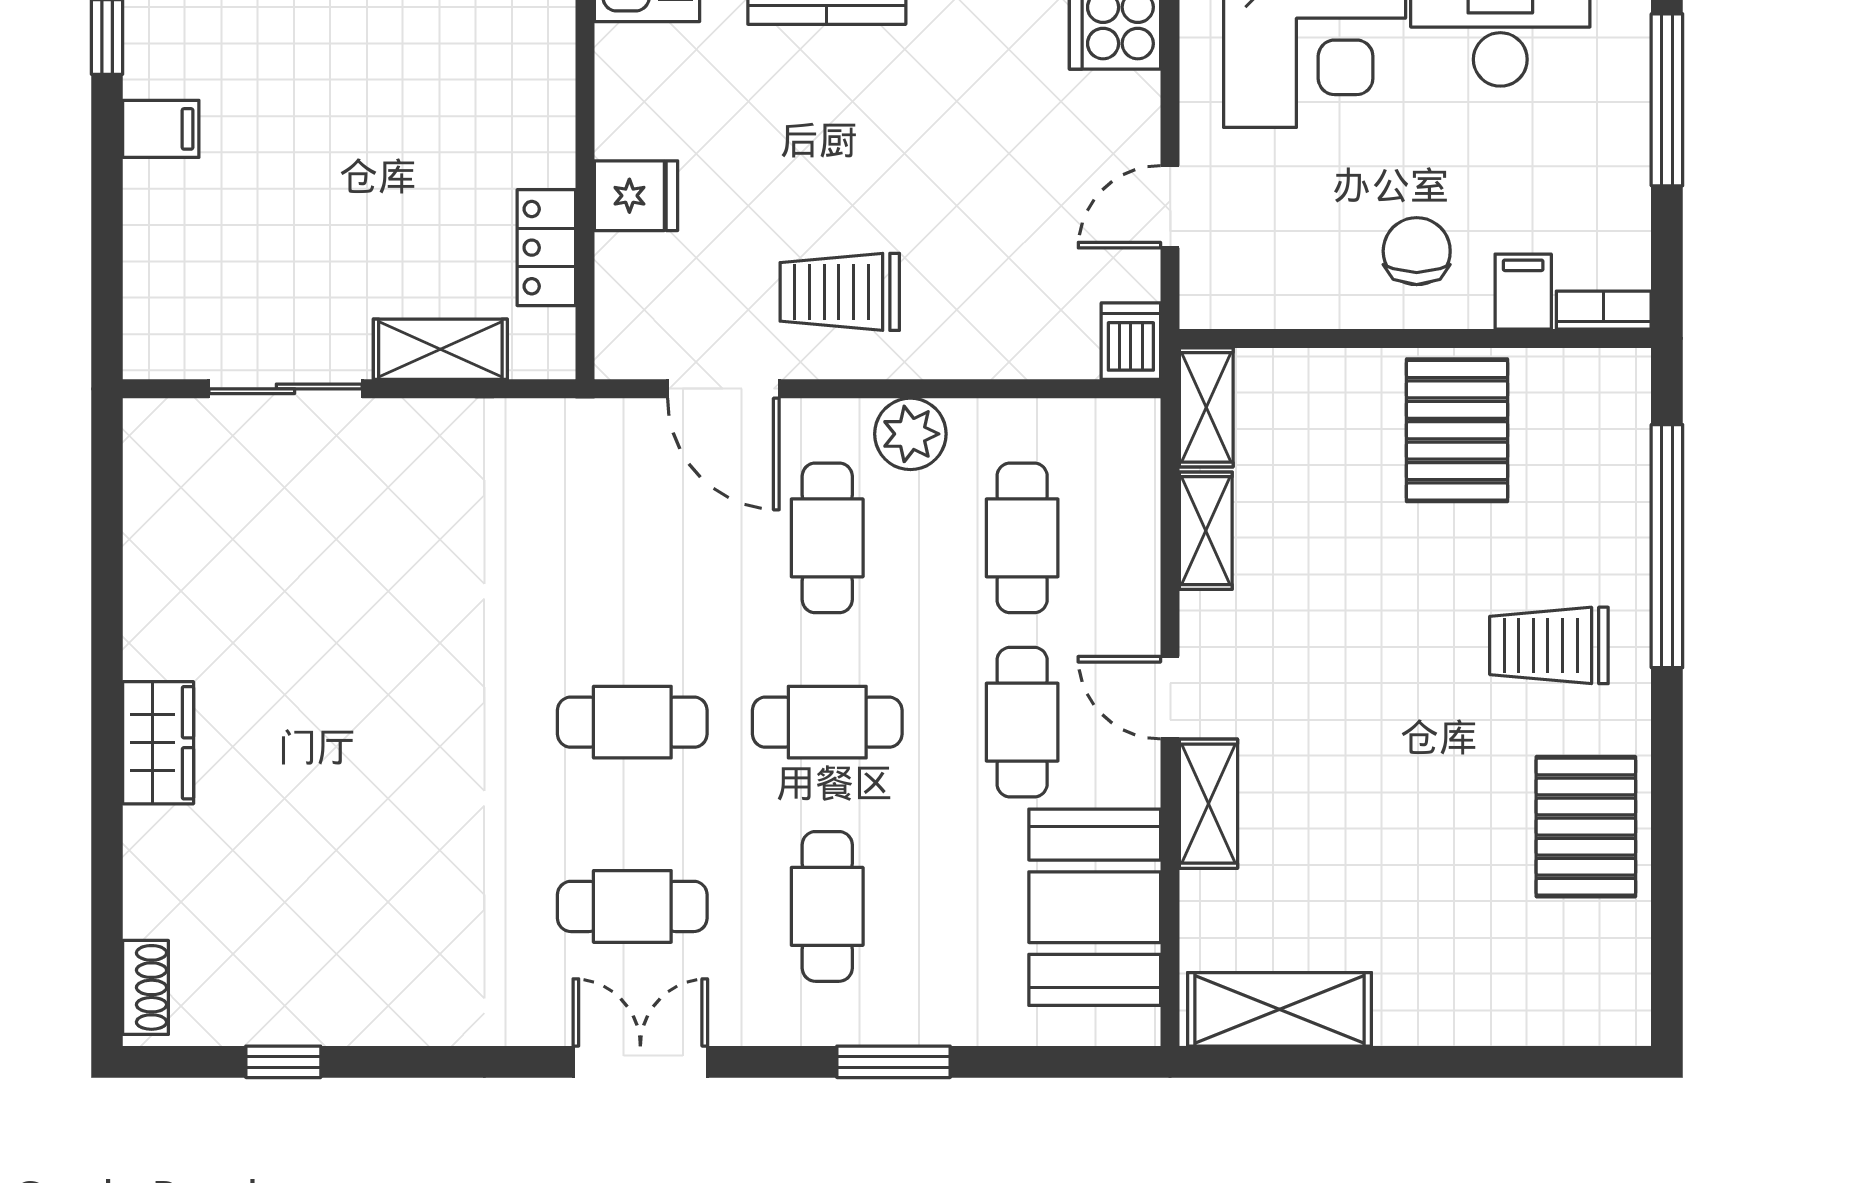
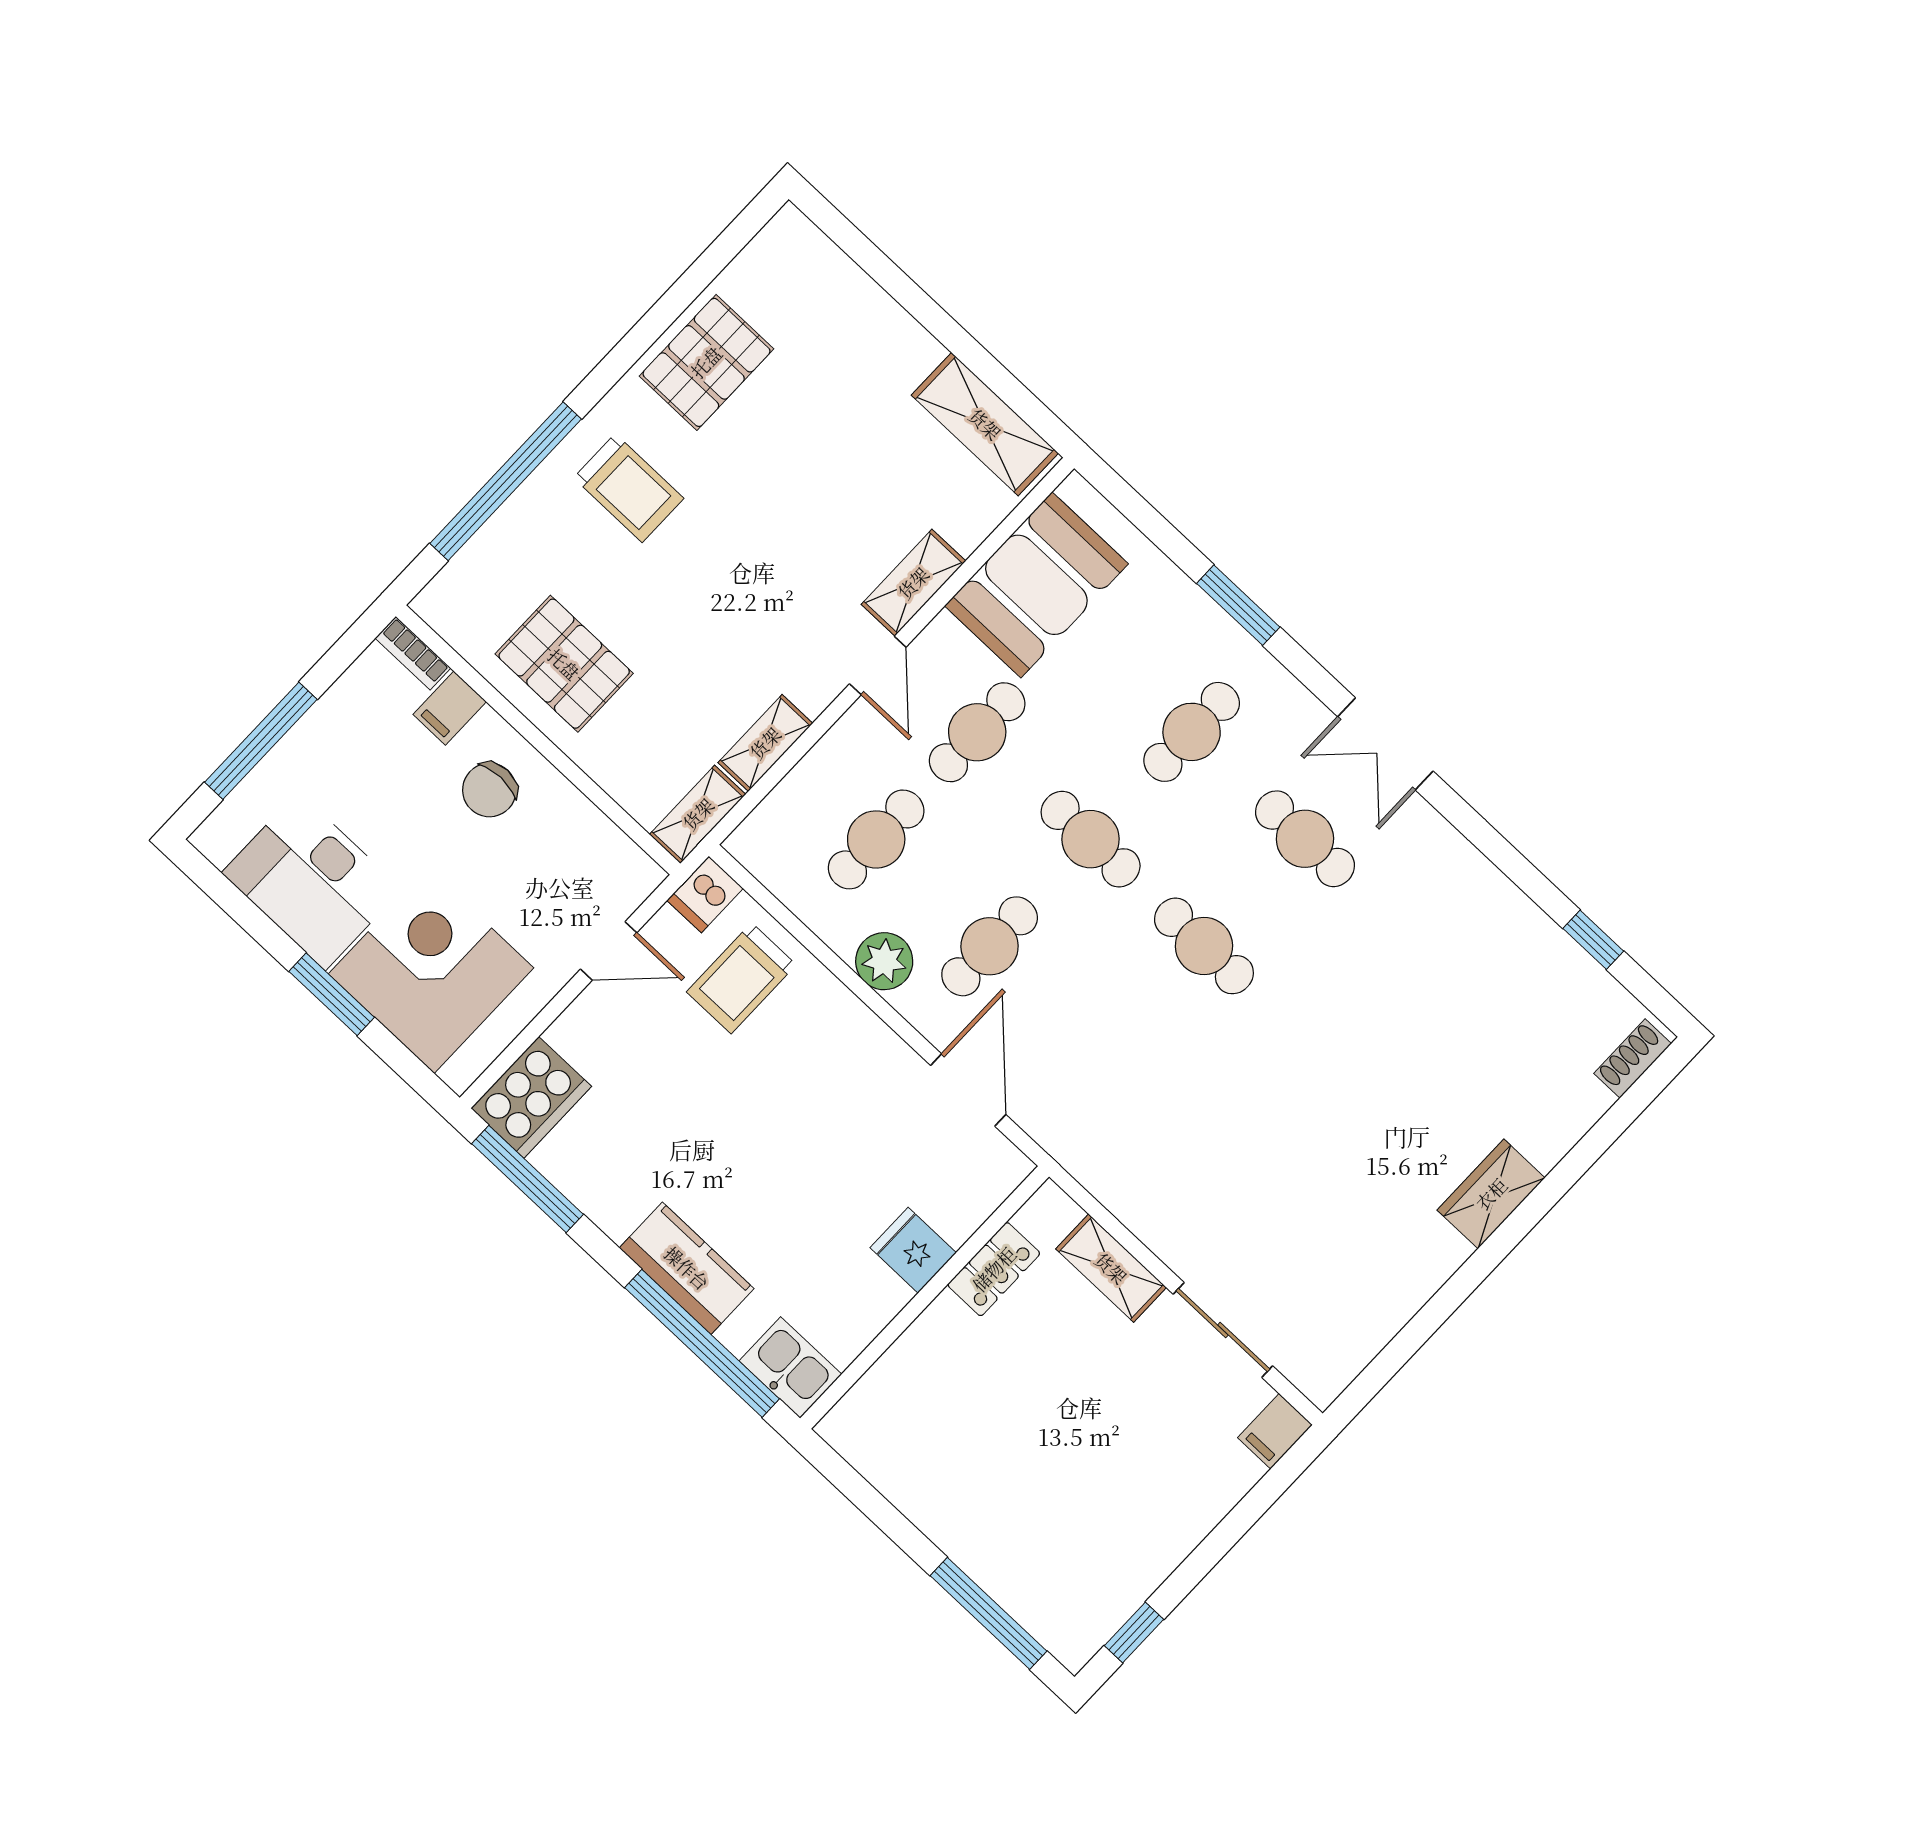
filing cabinet: (161, 129) -> (1275, 1431), moved, turned -90
trolley: (840, 292) -> (741, 978), moved, turned 90
pallet: (1457, 430) -> (564, 664), turned 90

